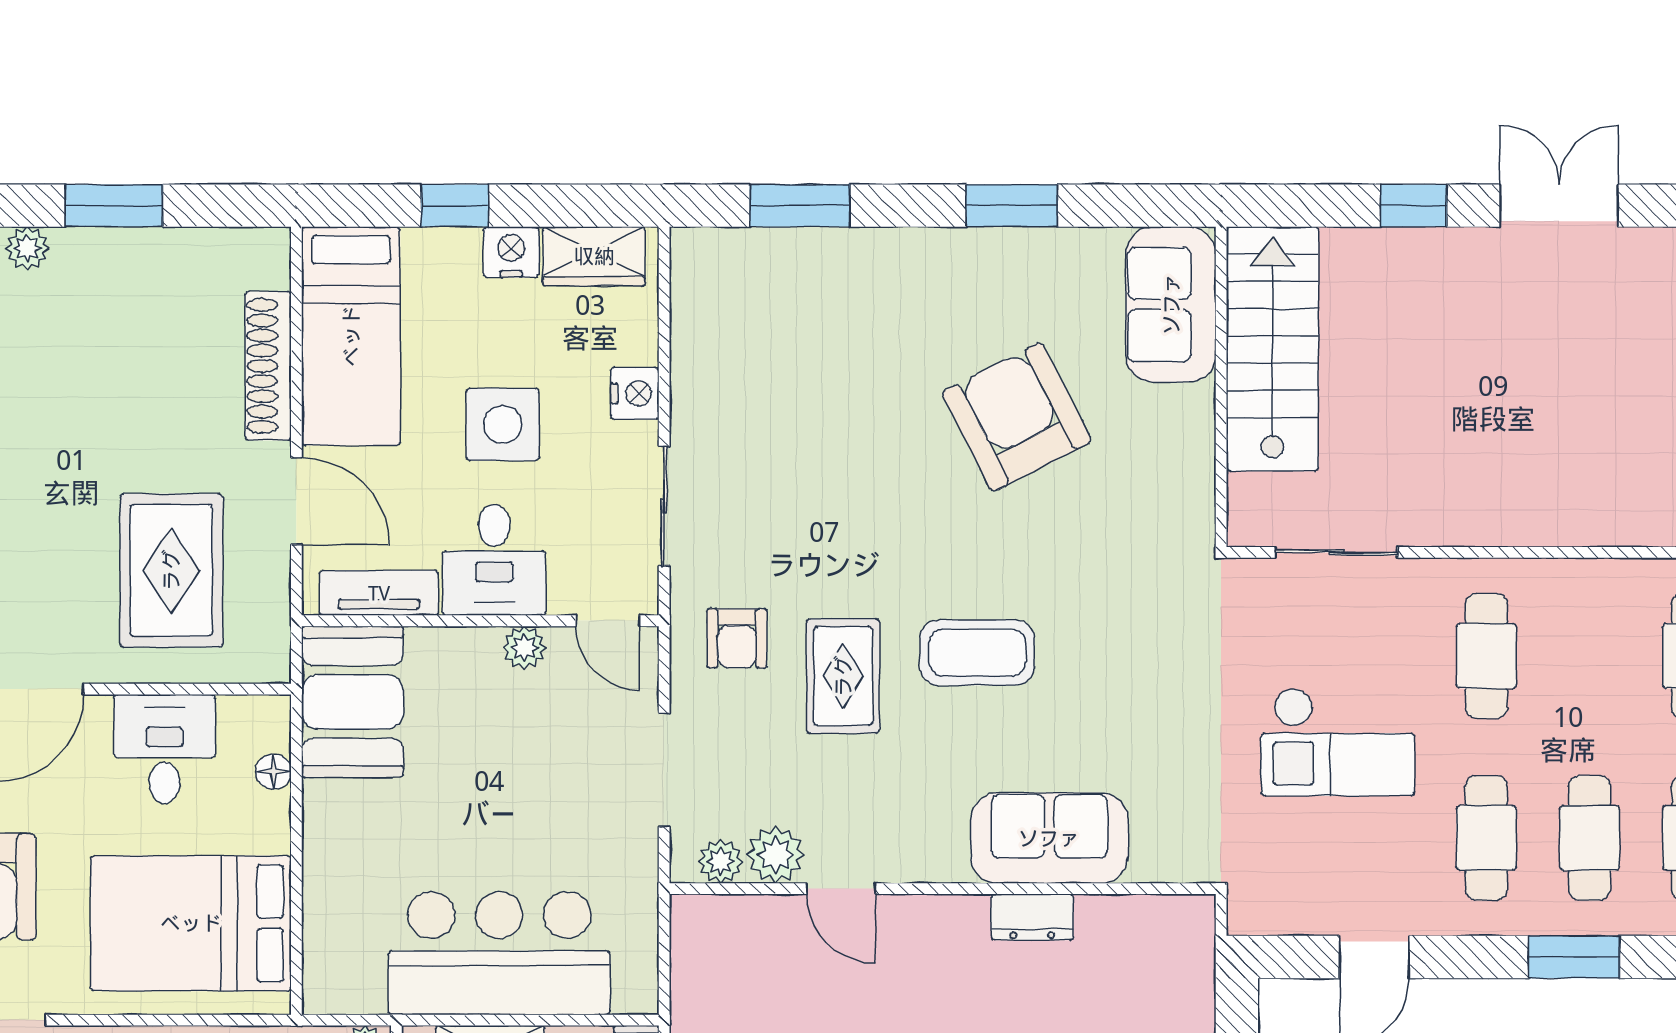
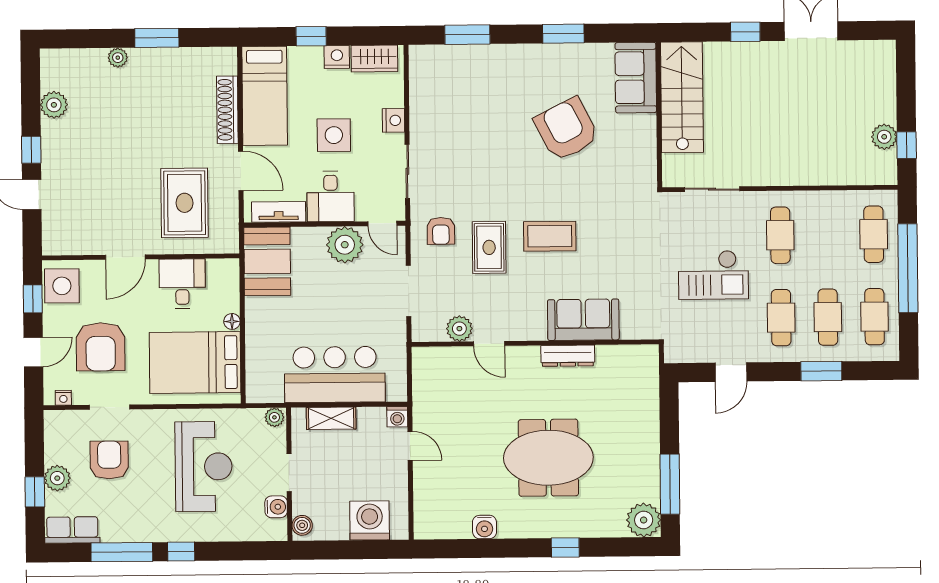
plant: (524, 648) -> (345, 245), width x1.88, depth x1.88
floor lamp: (273, 772) -> (232, 321), moved
plant: (721, 861) -> (435, 332), removed
dresser: (1032, 917) -> (568, 356), width x1.44

